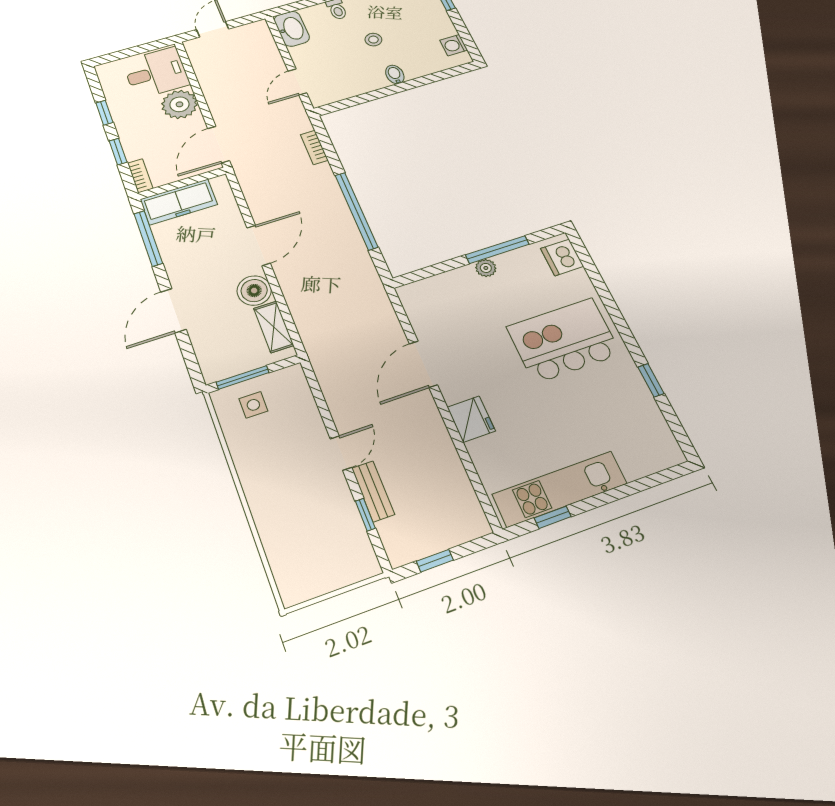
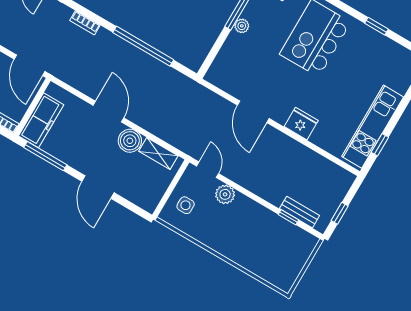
window: (243, 377) -> (167, 195), removed
plant: (311, 429) -> (225, 194), added
door: (341, 453) -> (208, 170), moved
bench: (373, 491) -> (300, 212), moved

